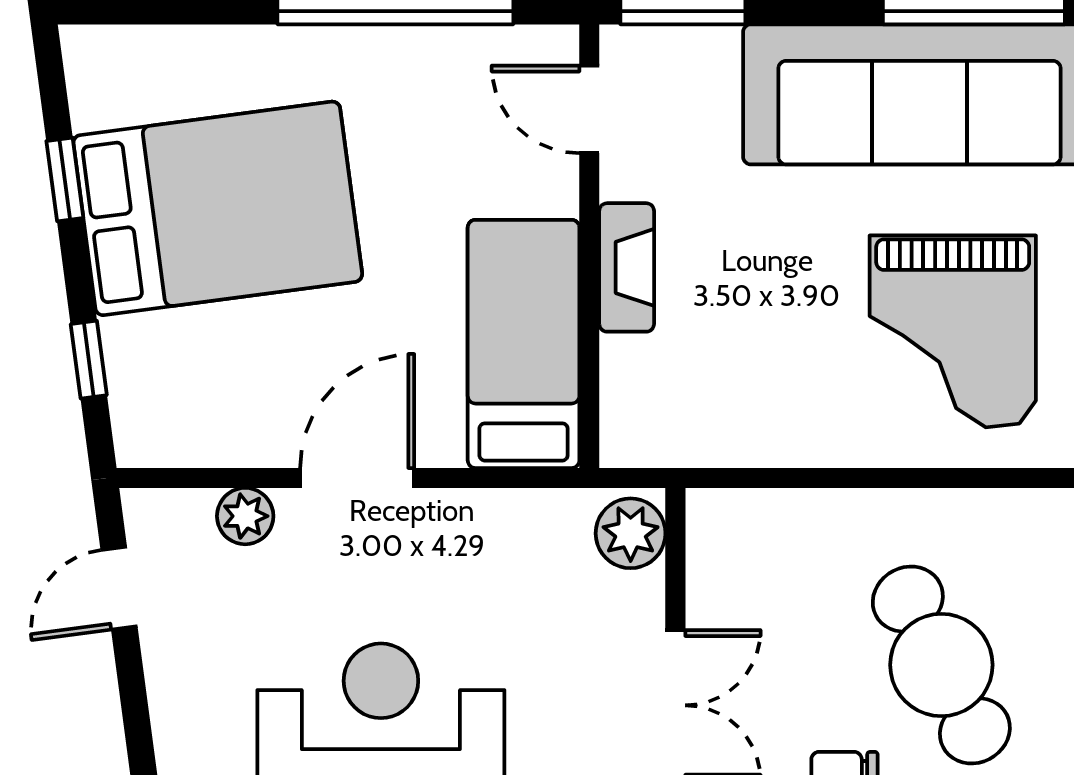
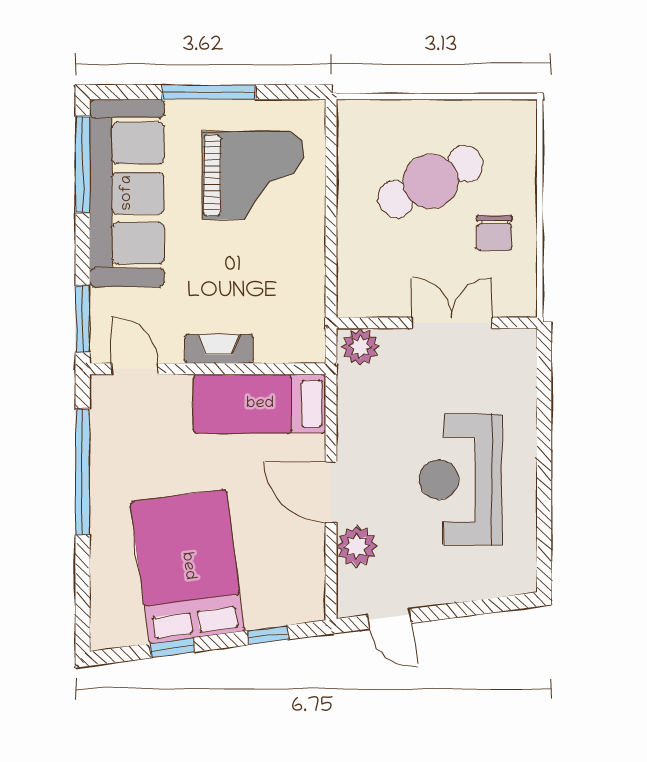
door: (589, 109) -> (135, 369), swing flipped
plant: (245, 516) -> (357, 546), width x1.38, depth x1.38

